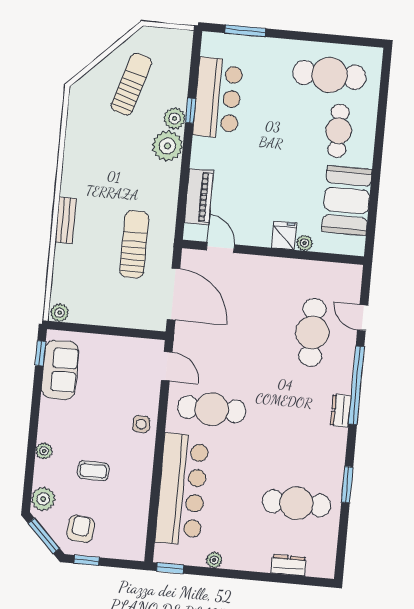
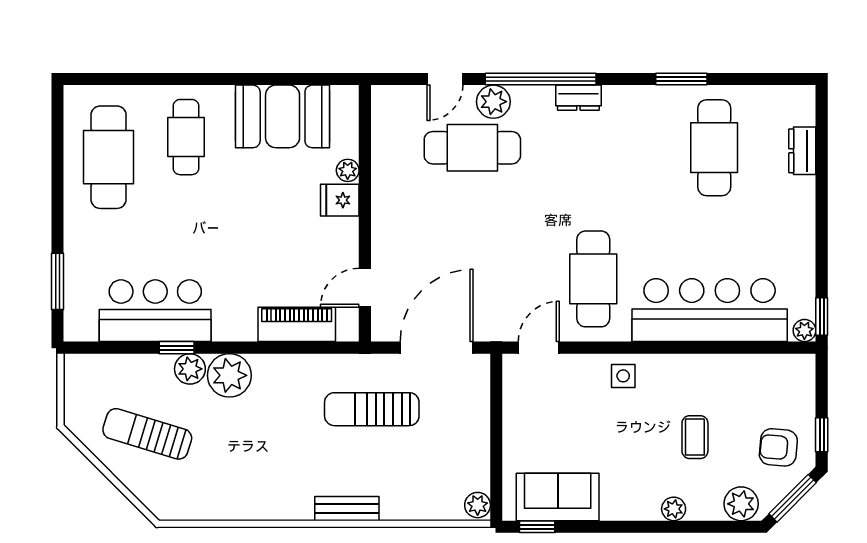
cafe table: (339, 131) -> (186, 137), turned 90
plant: (343, 350) -> (493, 102), added
plant: (214, 560) -> (804, 330), moved

